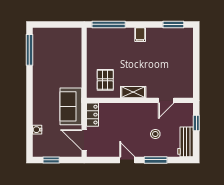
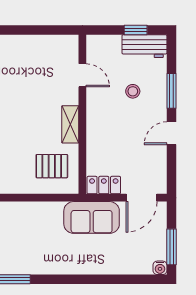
window: (196, 123) -> (136, 30), moved
water cooler: (37, 130) -> (160, 268), moved
window: (51, 160) -> (171, 247), width x1.50

